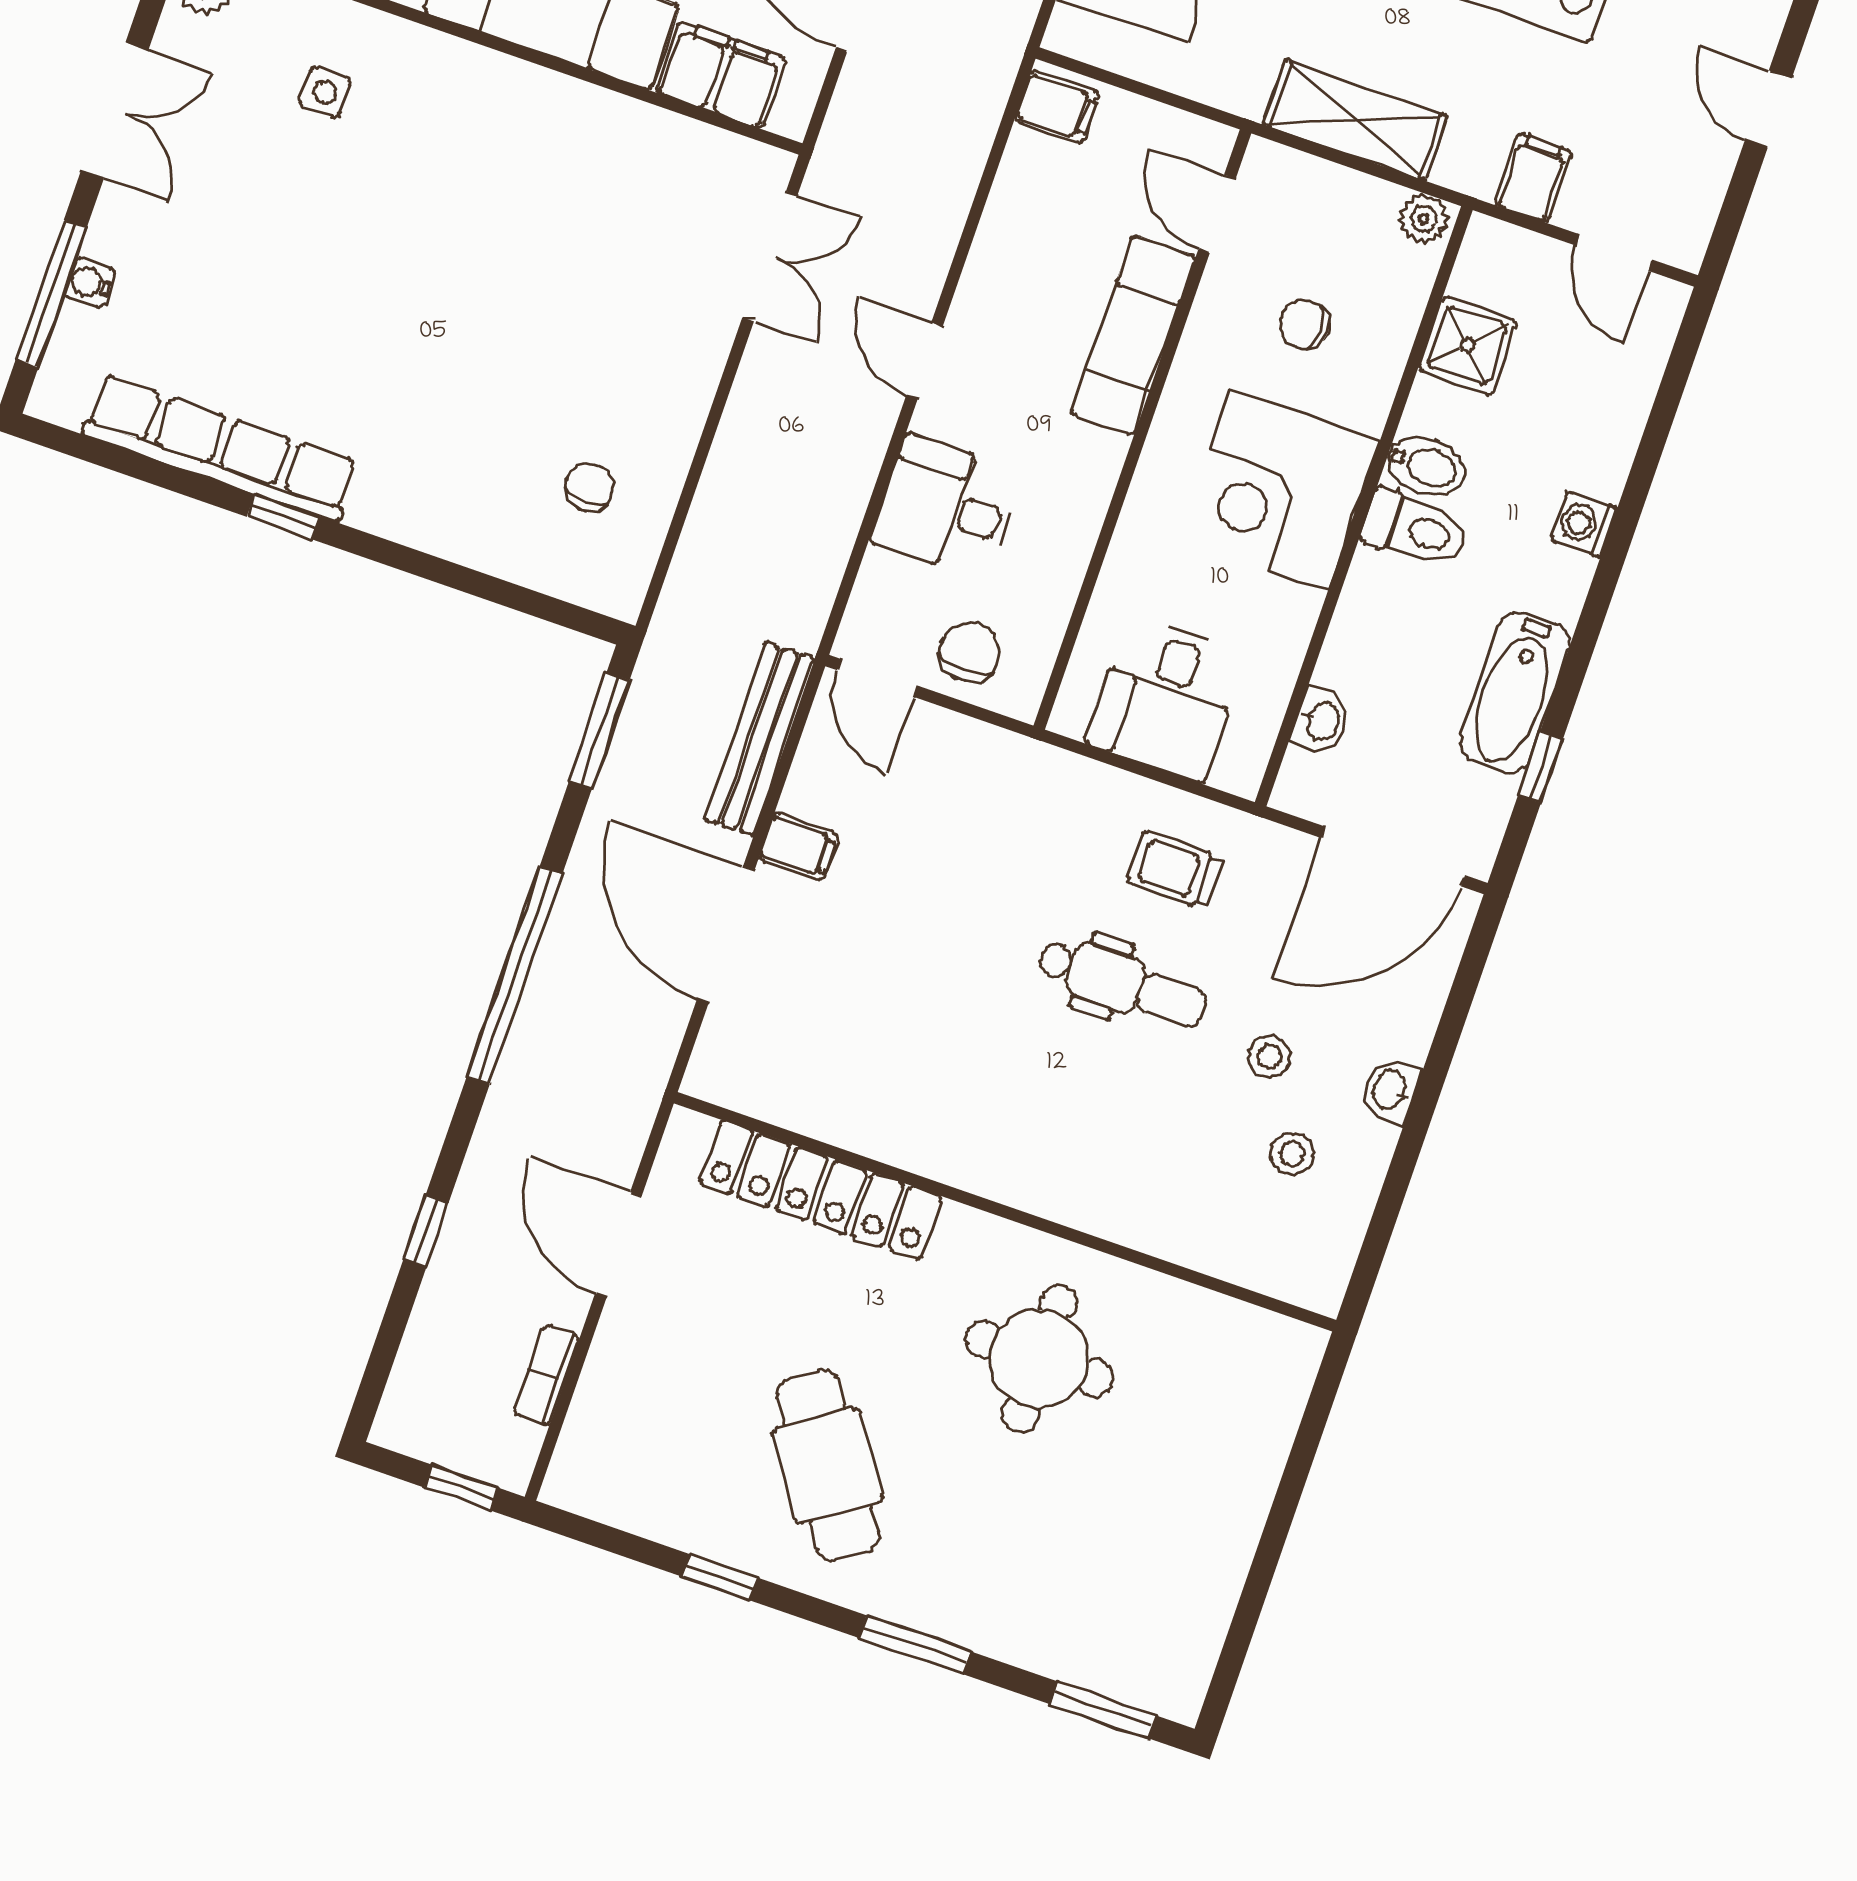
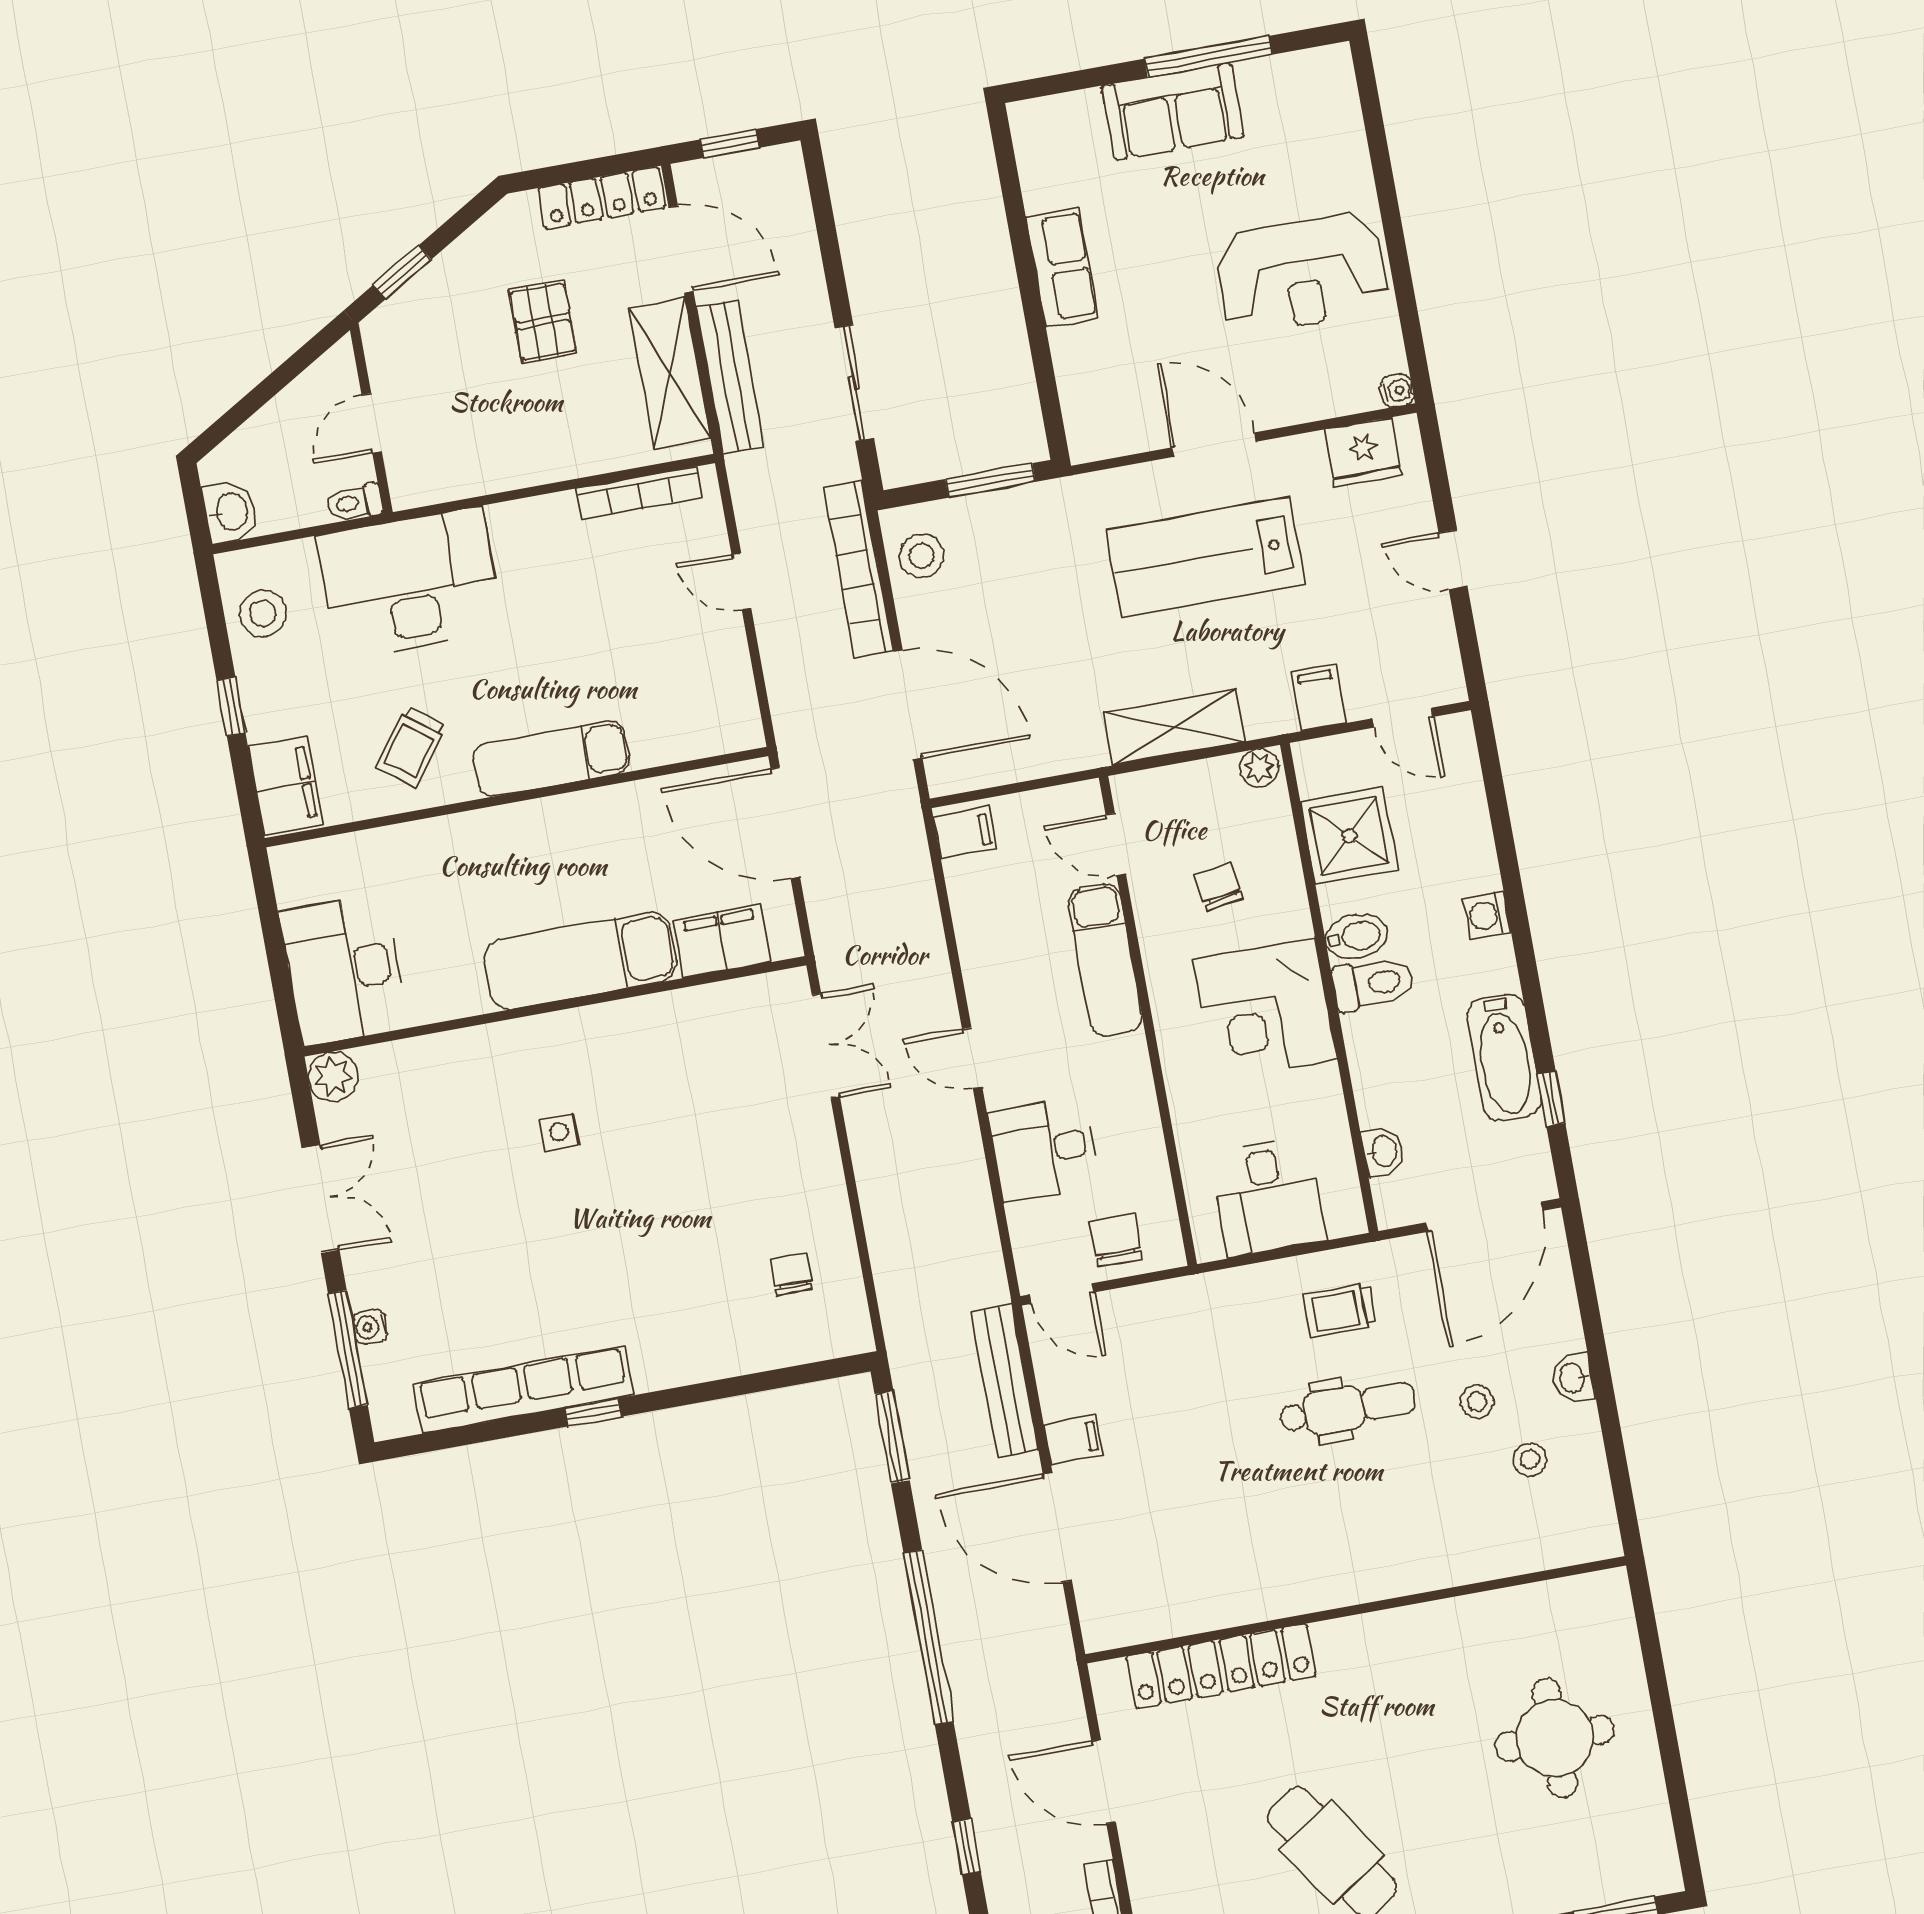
side table: (325, 92) -> (559, 1132), moved
chair: (1305, 325) -> (1219, 886), turned 82
shower: (1467, 346) -> (1349, 836), width x1.36, depth x1.36
round table: (1040, 1359) -> (1555, 1738), moved

